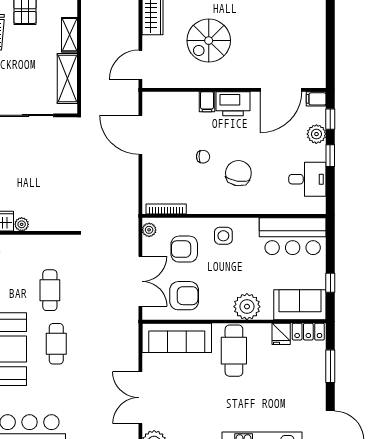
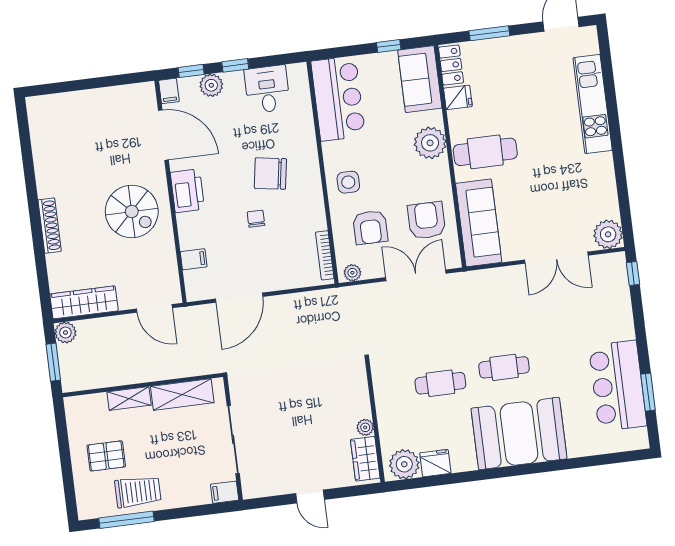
spiral stairs: (209, 41) -> (132, 211), moved
filing cabinet: (207, 102) -> (194, 259), moved

